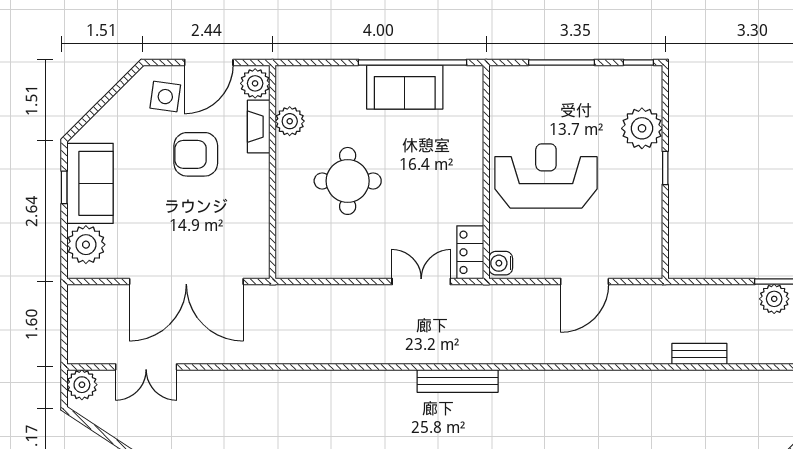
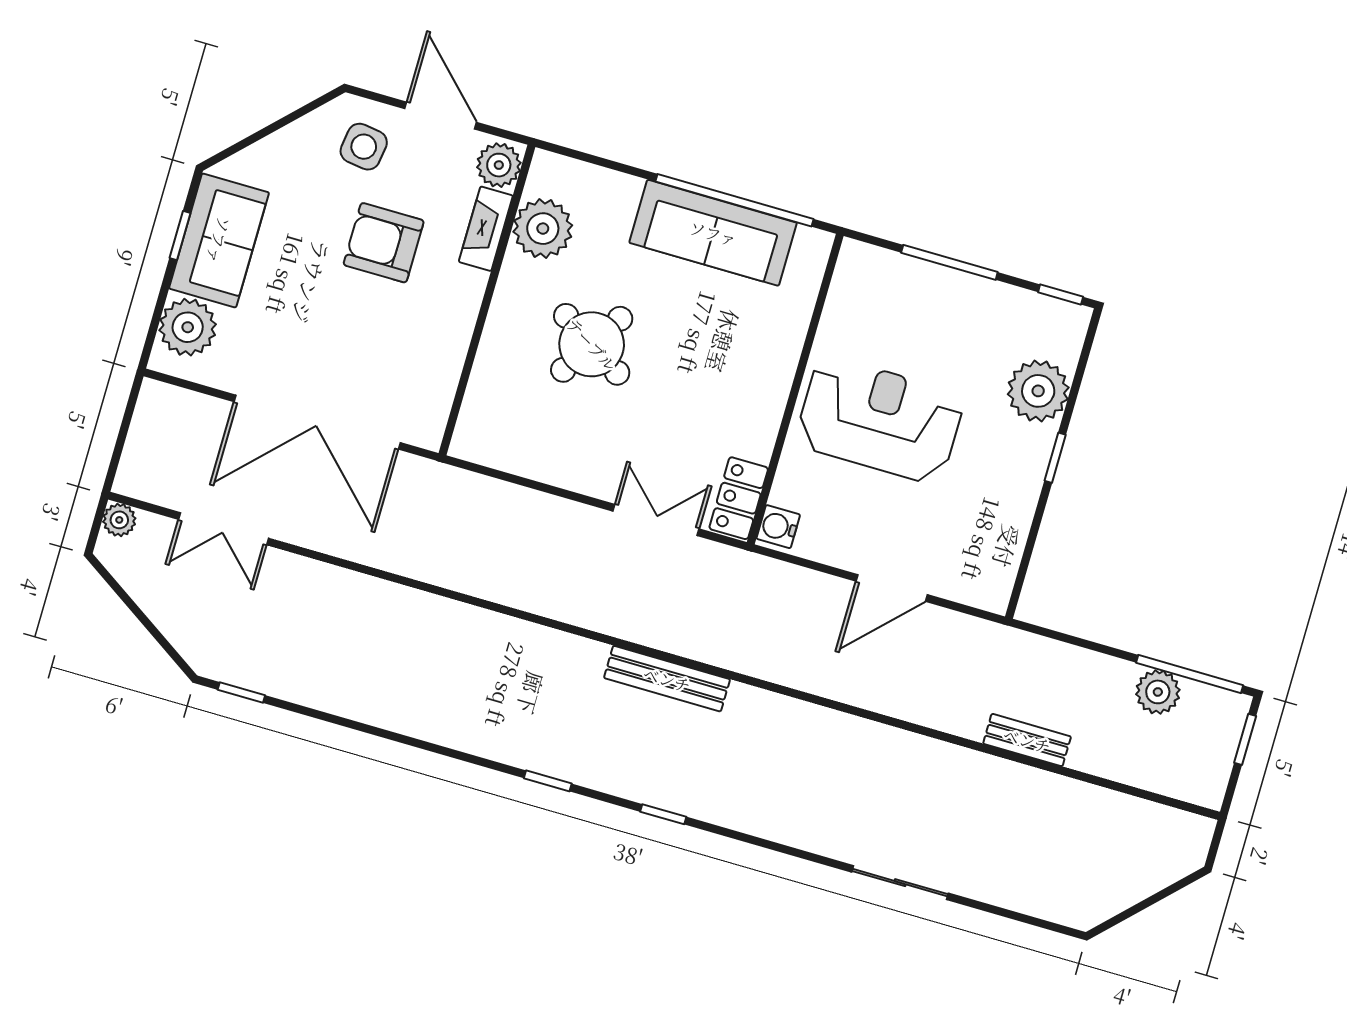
door: (209, 62) -> (441, 116), swing flipped
sofa: (405, 87) -> (713, 233), width x1.36
plant: (290, 121) -> (543, 229), width x1.36, depth x1.36
round table: (348, 181) -> (592, 344), turned 32
plant: (82, 385) -> (119, 520), width x0.73, depth x0.73

